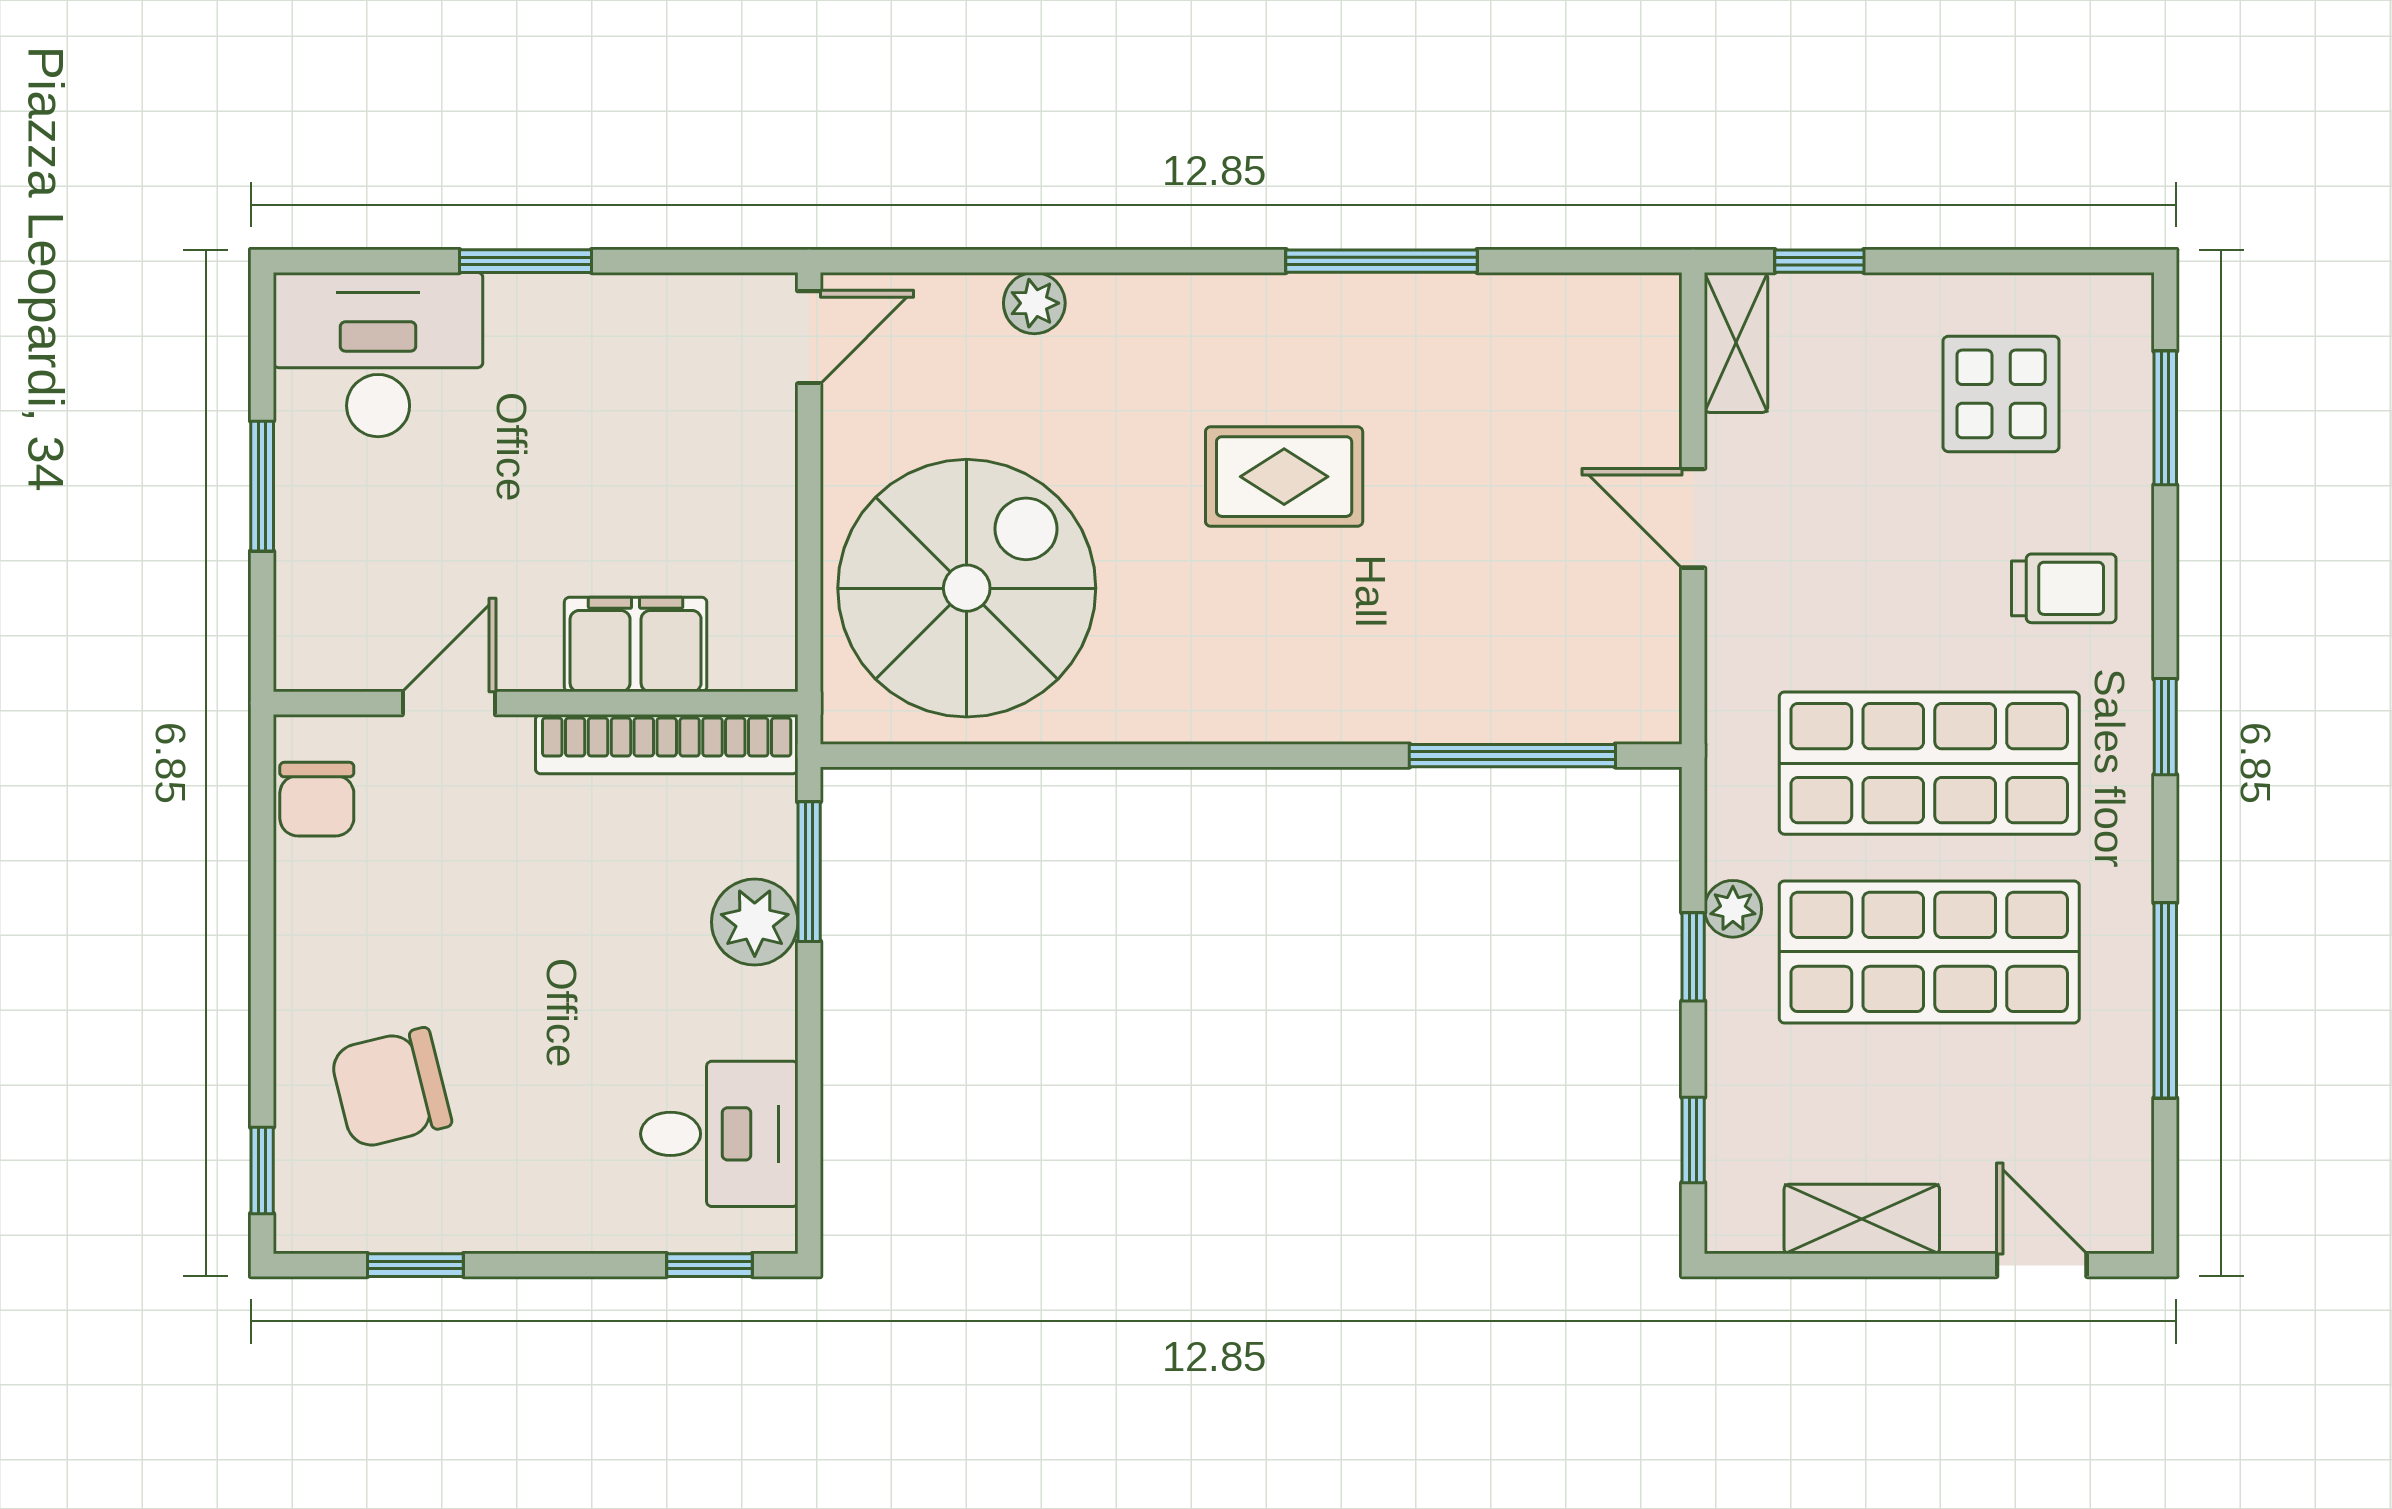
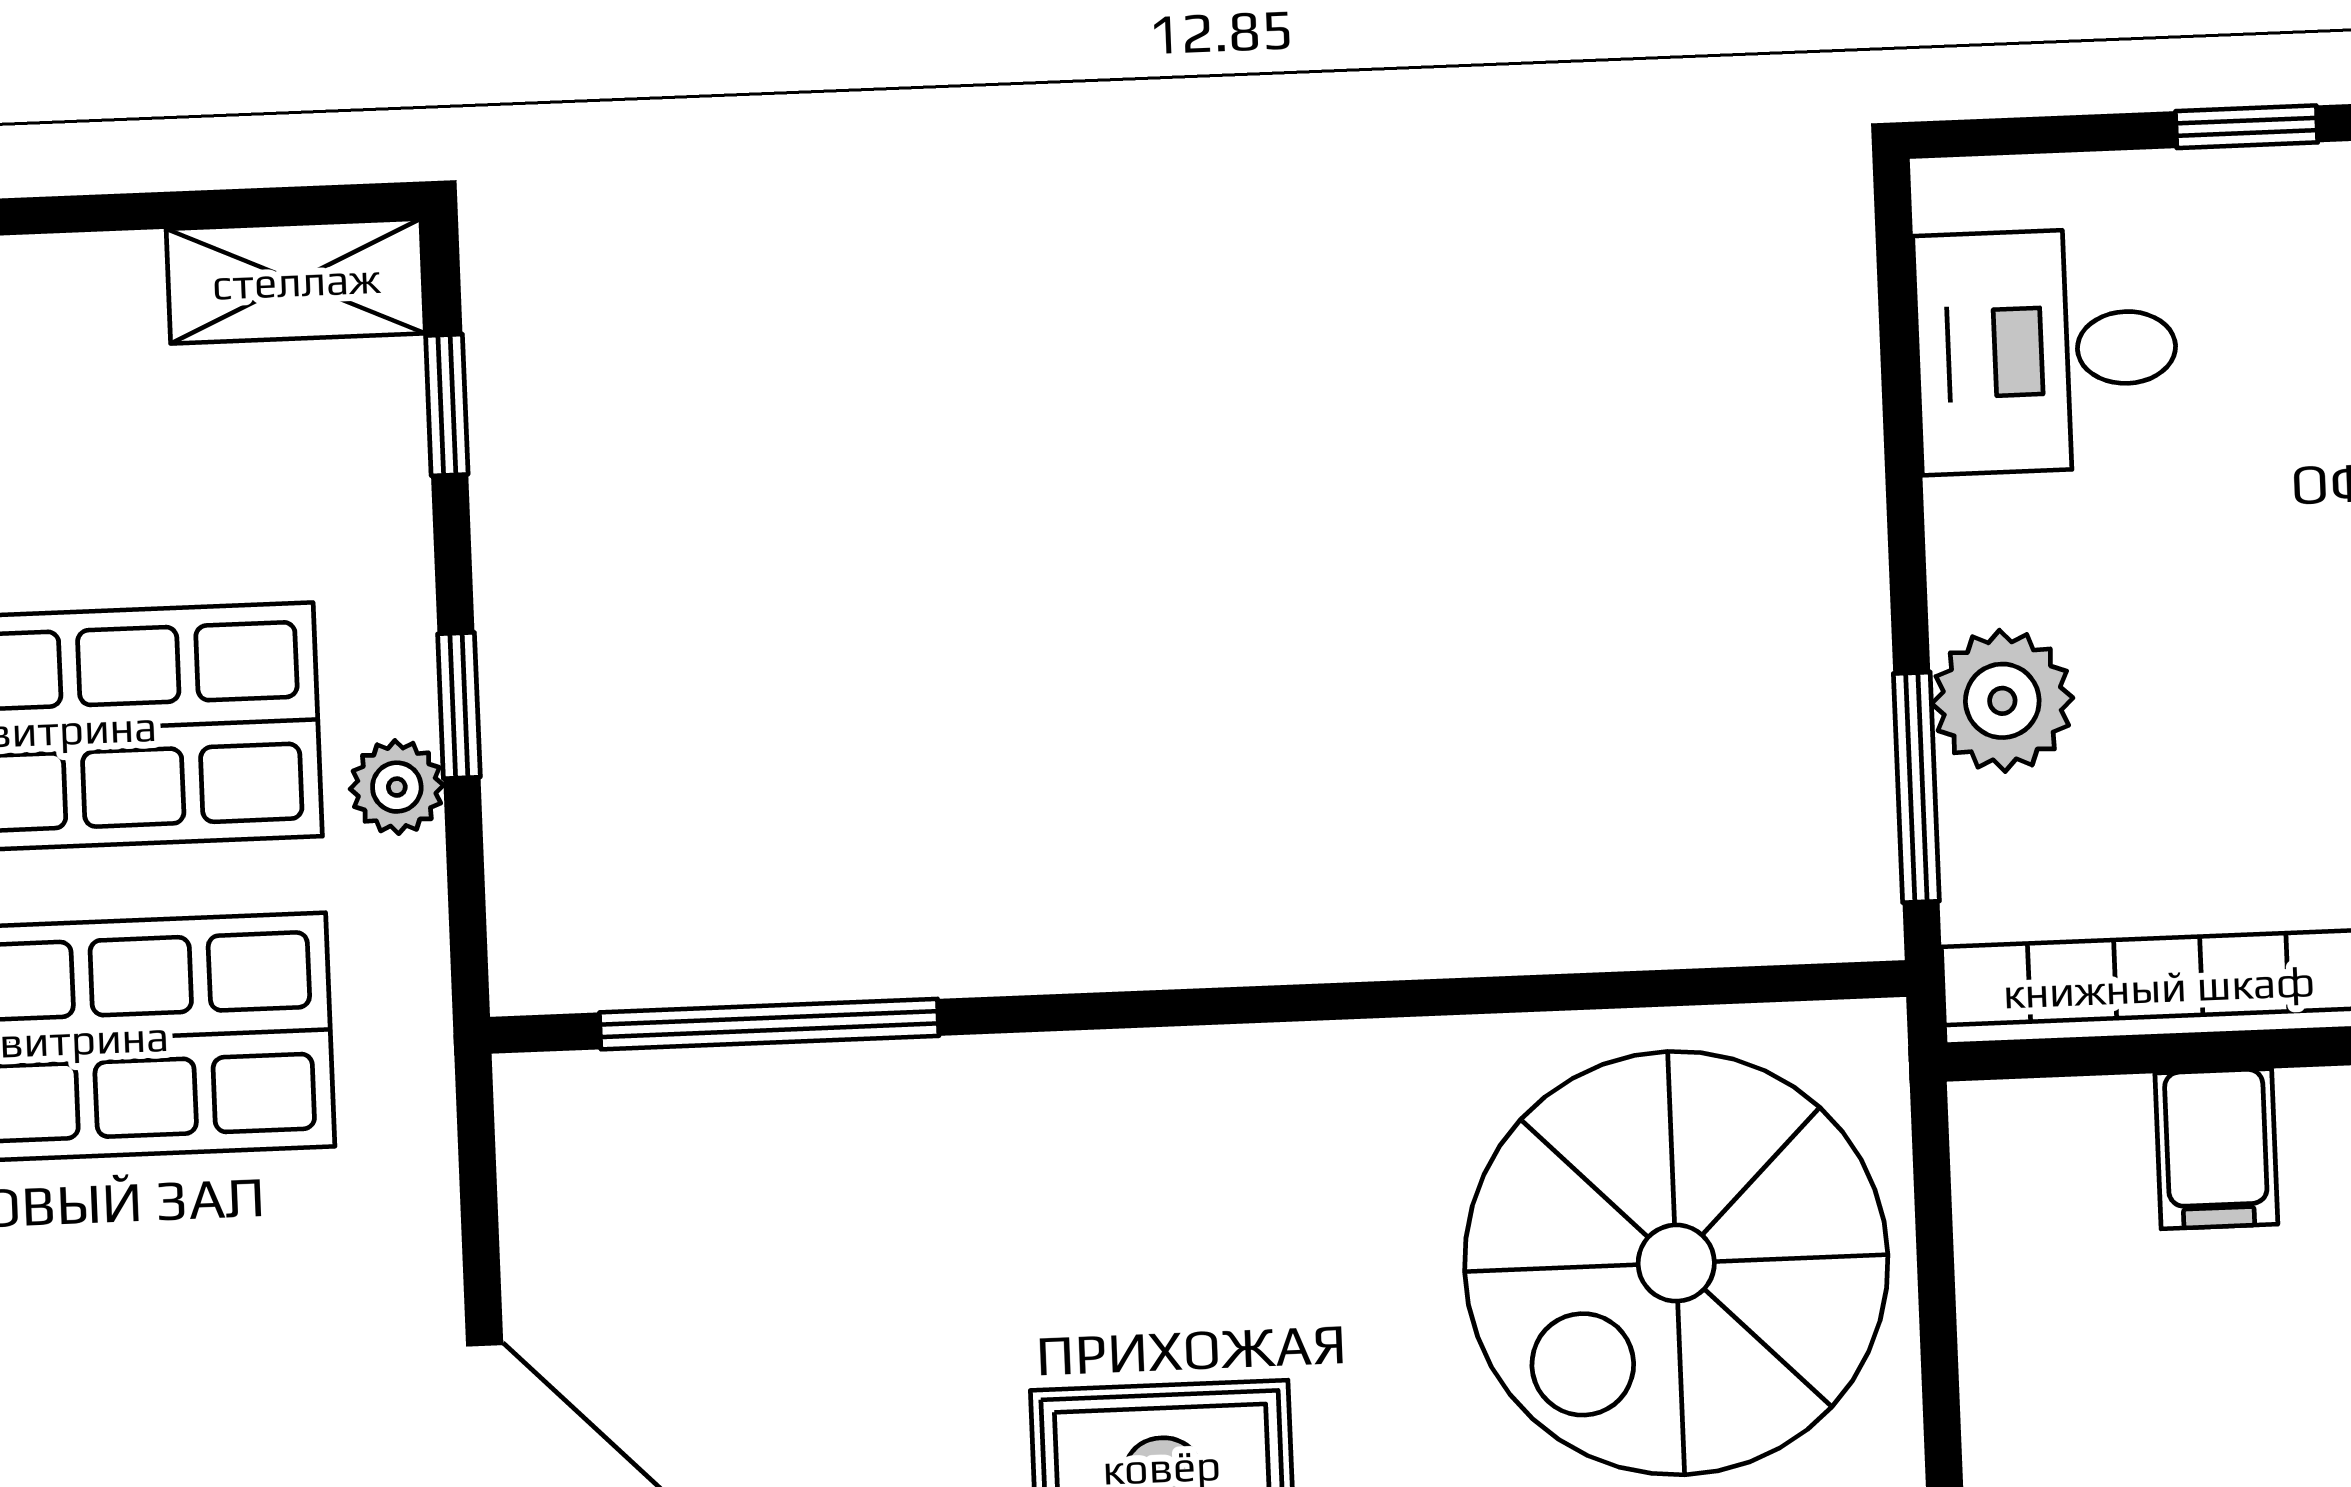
filing cabinet: (636, 645) -> (2216, 1149), width x0.50
shelving: (1862, 1219) -> (296, 281), moved
window: (709, 1265) -> (2247, 127), moved

